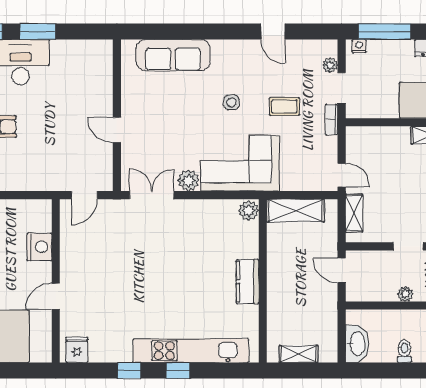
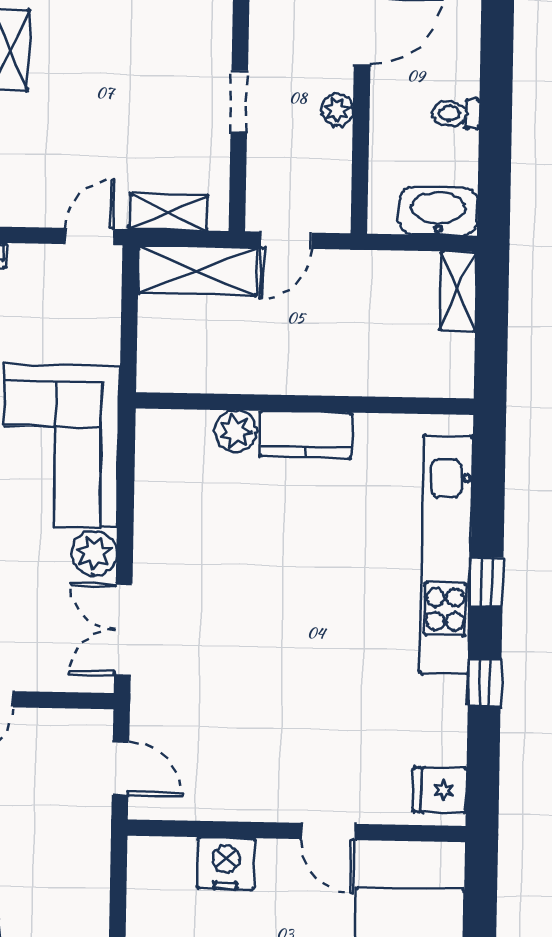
plant: (249, 211) -> (236, 431), moved
shelving: (295, 211) -> (198, 270), moved, turned 90
shelving: (299, 354) -> (458, 291), moved

